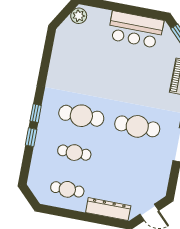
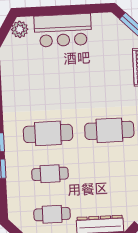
bar counter: (136, 30) -> (63, 30), moved

